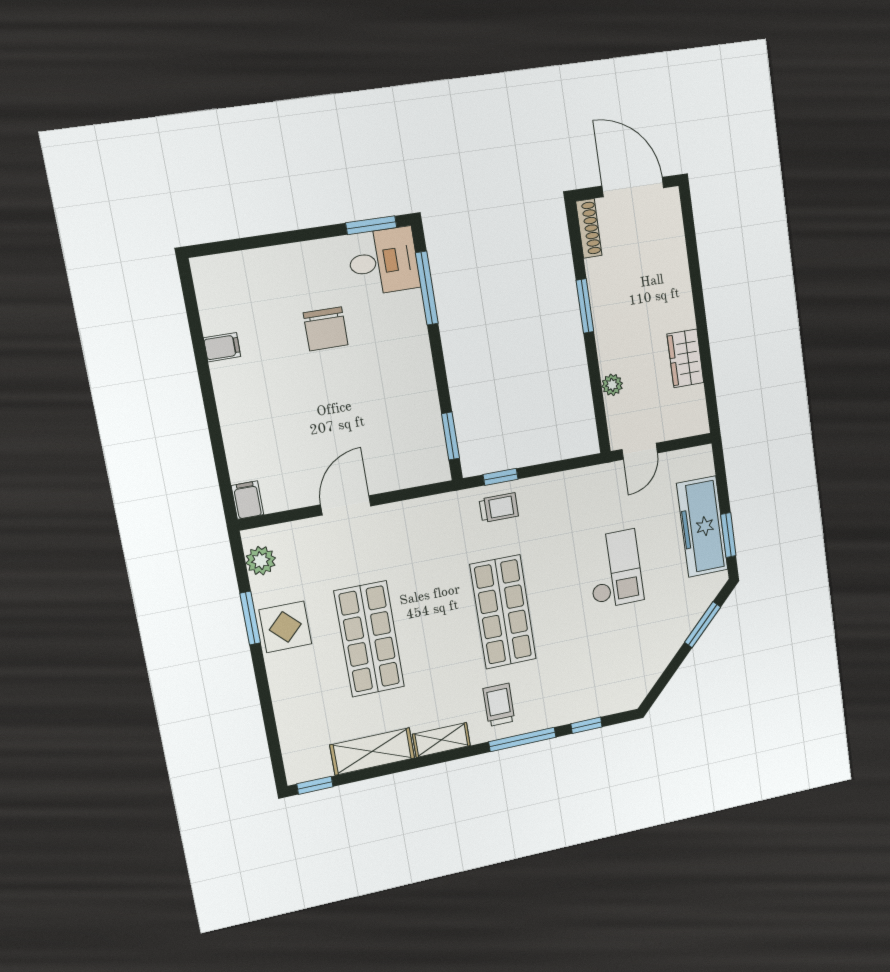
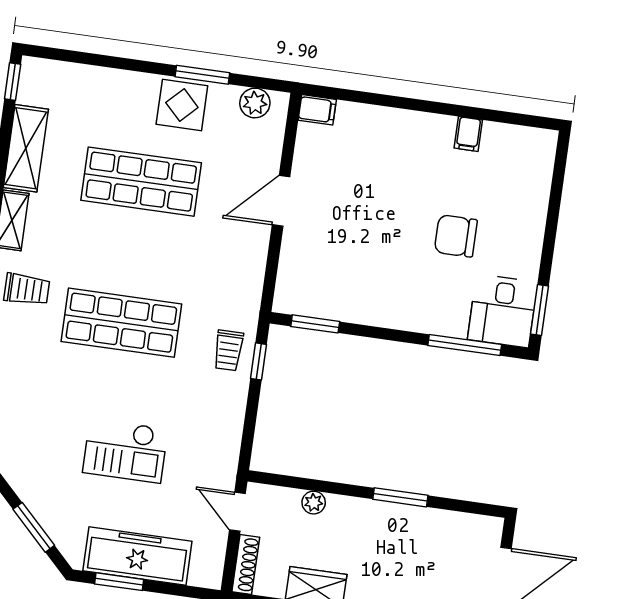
shoe rack: (589, 228) -> (246, 564), moved, turned -90
door: (346, 505) -> (281, 201), swing flipped

